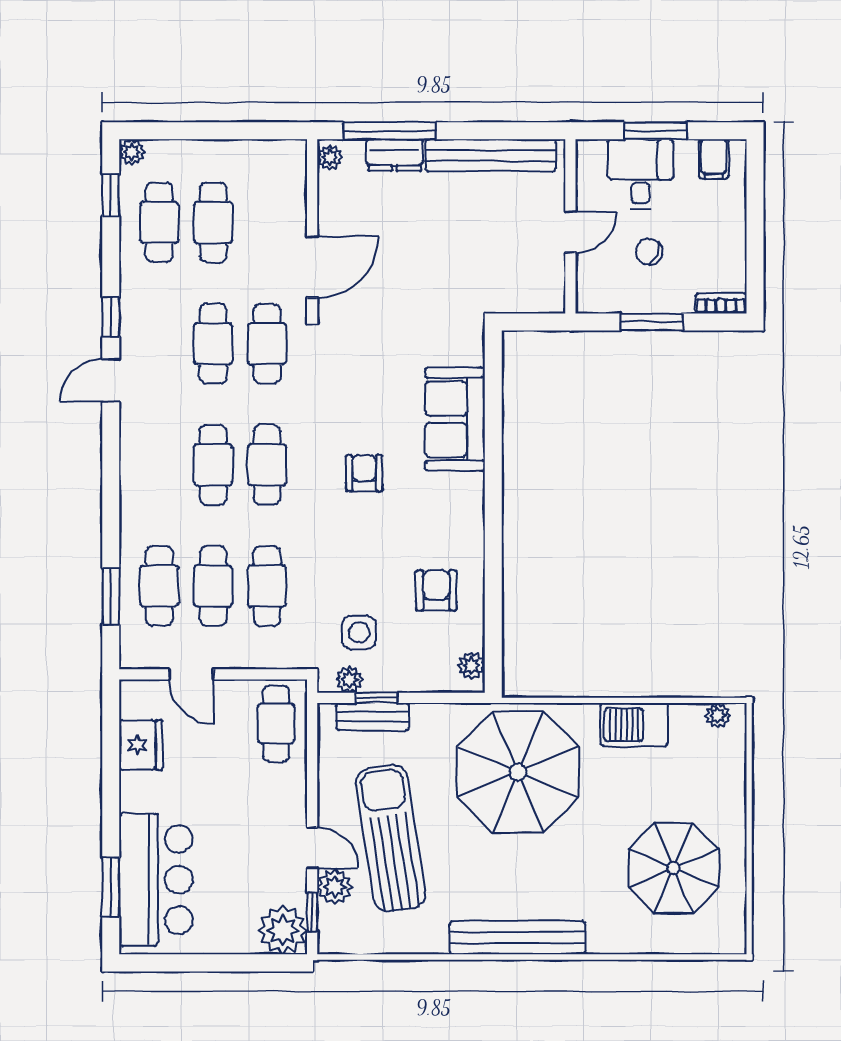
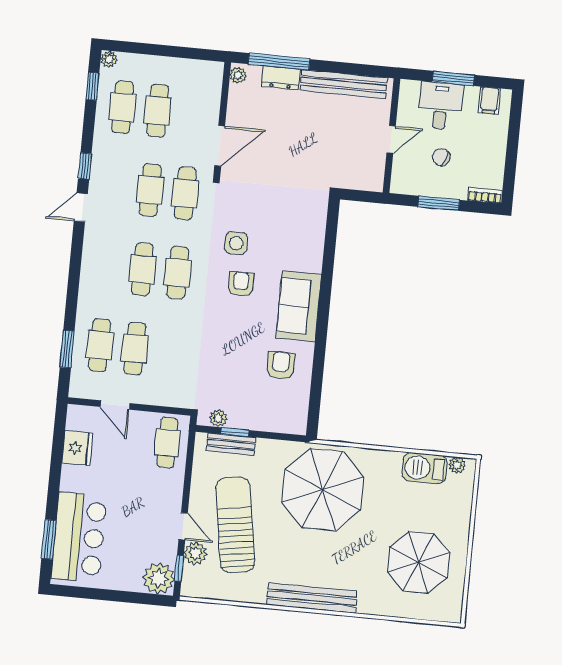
sofa: (455, 419) -> (299, 306), moved
cafe table: (267, 586) -> (170, 352), removed
side table: (359, 633) -> (236, 243), moved
plant: (471, 665) -> (299, 417), removed
barbecue: (634, 725) -> (425, 468), moved

